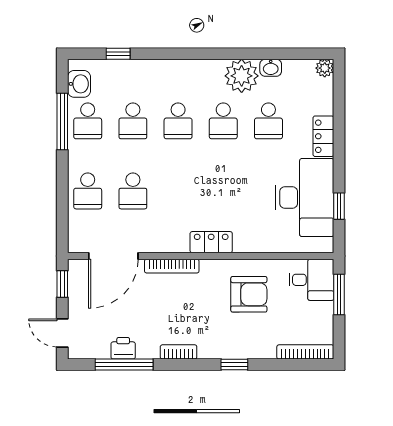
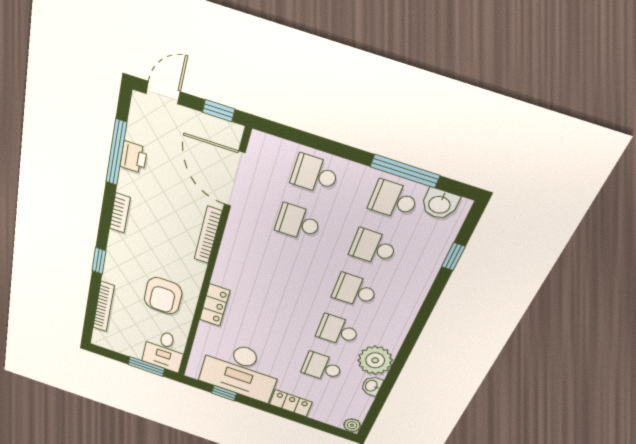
locker: (211, 242) -> (215, 305), moved
bookcase: (305, 352) -> (104, 307), moved

